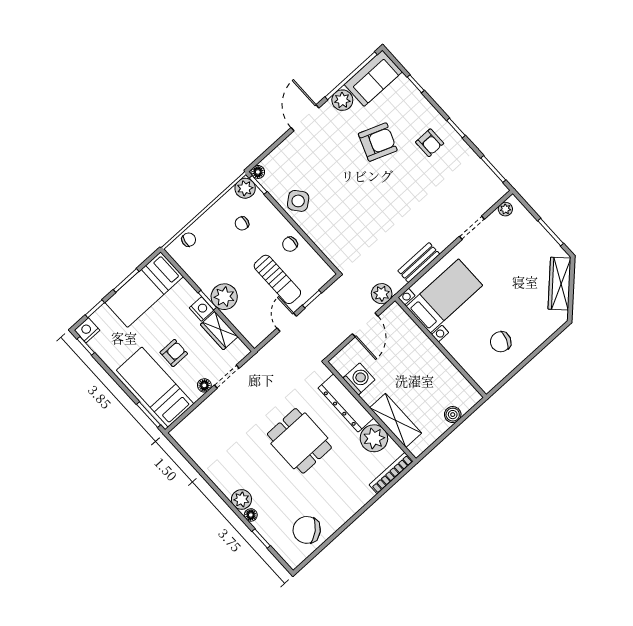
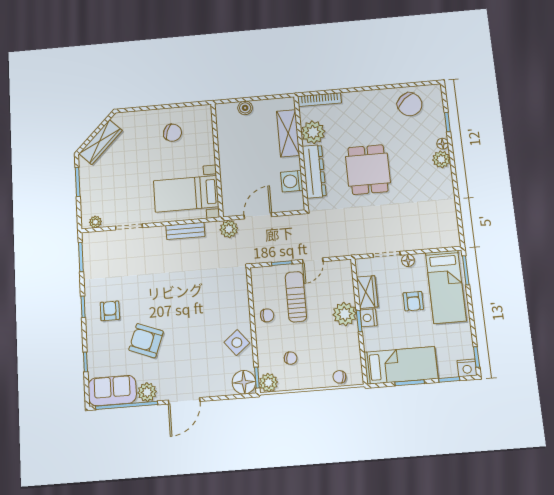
floor lamp: (258, 172) -> (244, 382), width x1.89, depth x1.89
armchair: (174, 353) -> (413, 301), turned -90

